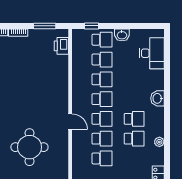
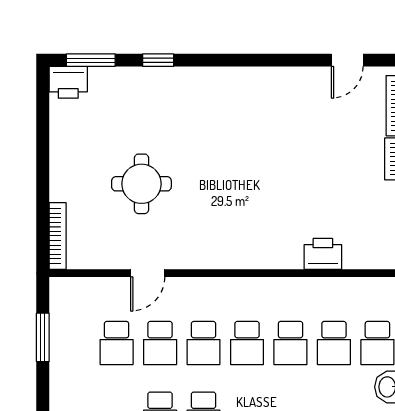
printer: (61, 46) -> (323, 254), moved
door: (70, 122) -> (148, 273), moved
round table: (29, 147) -> (141, 184), width x0.73, depth x0.73

